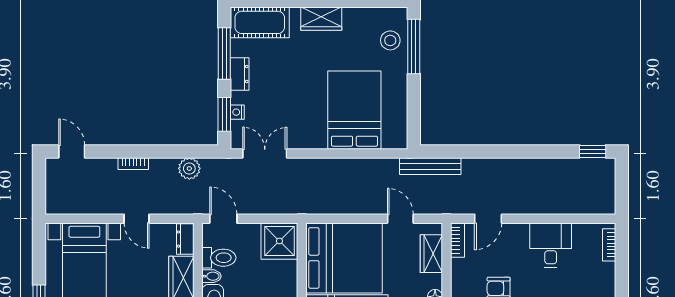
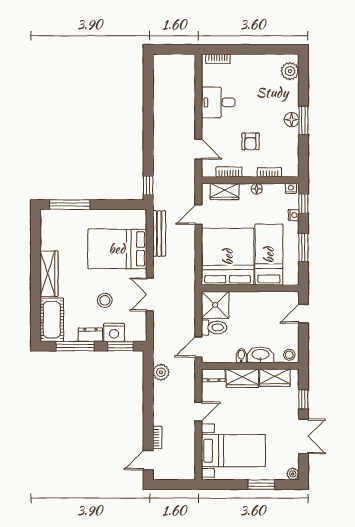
wardrobe: (321, 19) -> (49, 274), width x1.50
stool: (390, 40) -> (105, 300), moved
nightstand: (237, 112) -> (114, 332), width x1.89, depth x1.79
window: (593, 151) -> (148, 185), moved
double door: (265, 153) -> (150, 294), moved
bookcase: (133, 164) -> (157, 437), moved
bench: (430, 166) -> (159, 233), moved
bookcase: (457, 240) -> (229, 172), moved
toilet: (219, 258) -> (214, 328), moved, turned 90

